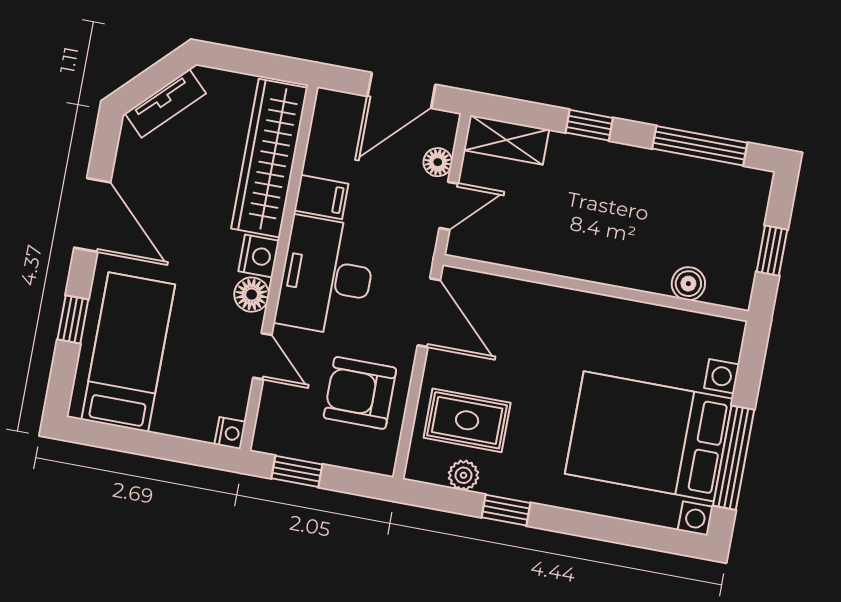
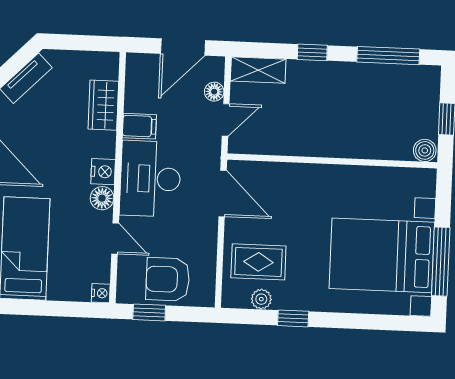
wardrobe: (269, 158) -> (103, 105), width x0.48, depth x0.85
boiler: (688, 284) -> (425, 150), moved
armchair: (360, 393) -> (168, 279), moved

